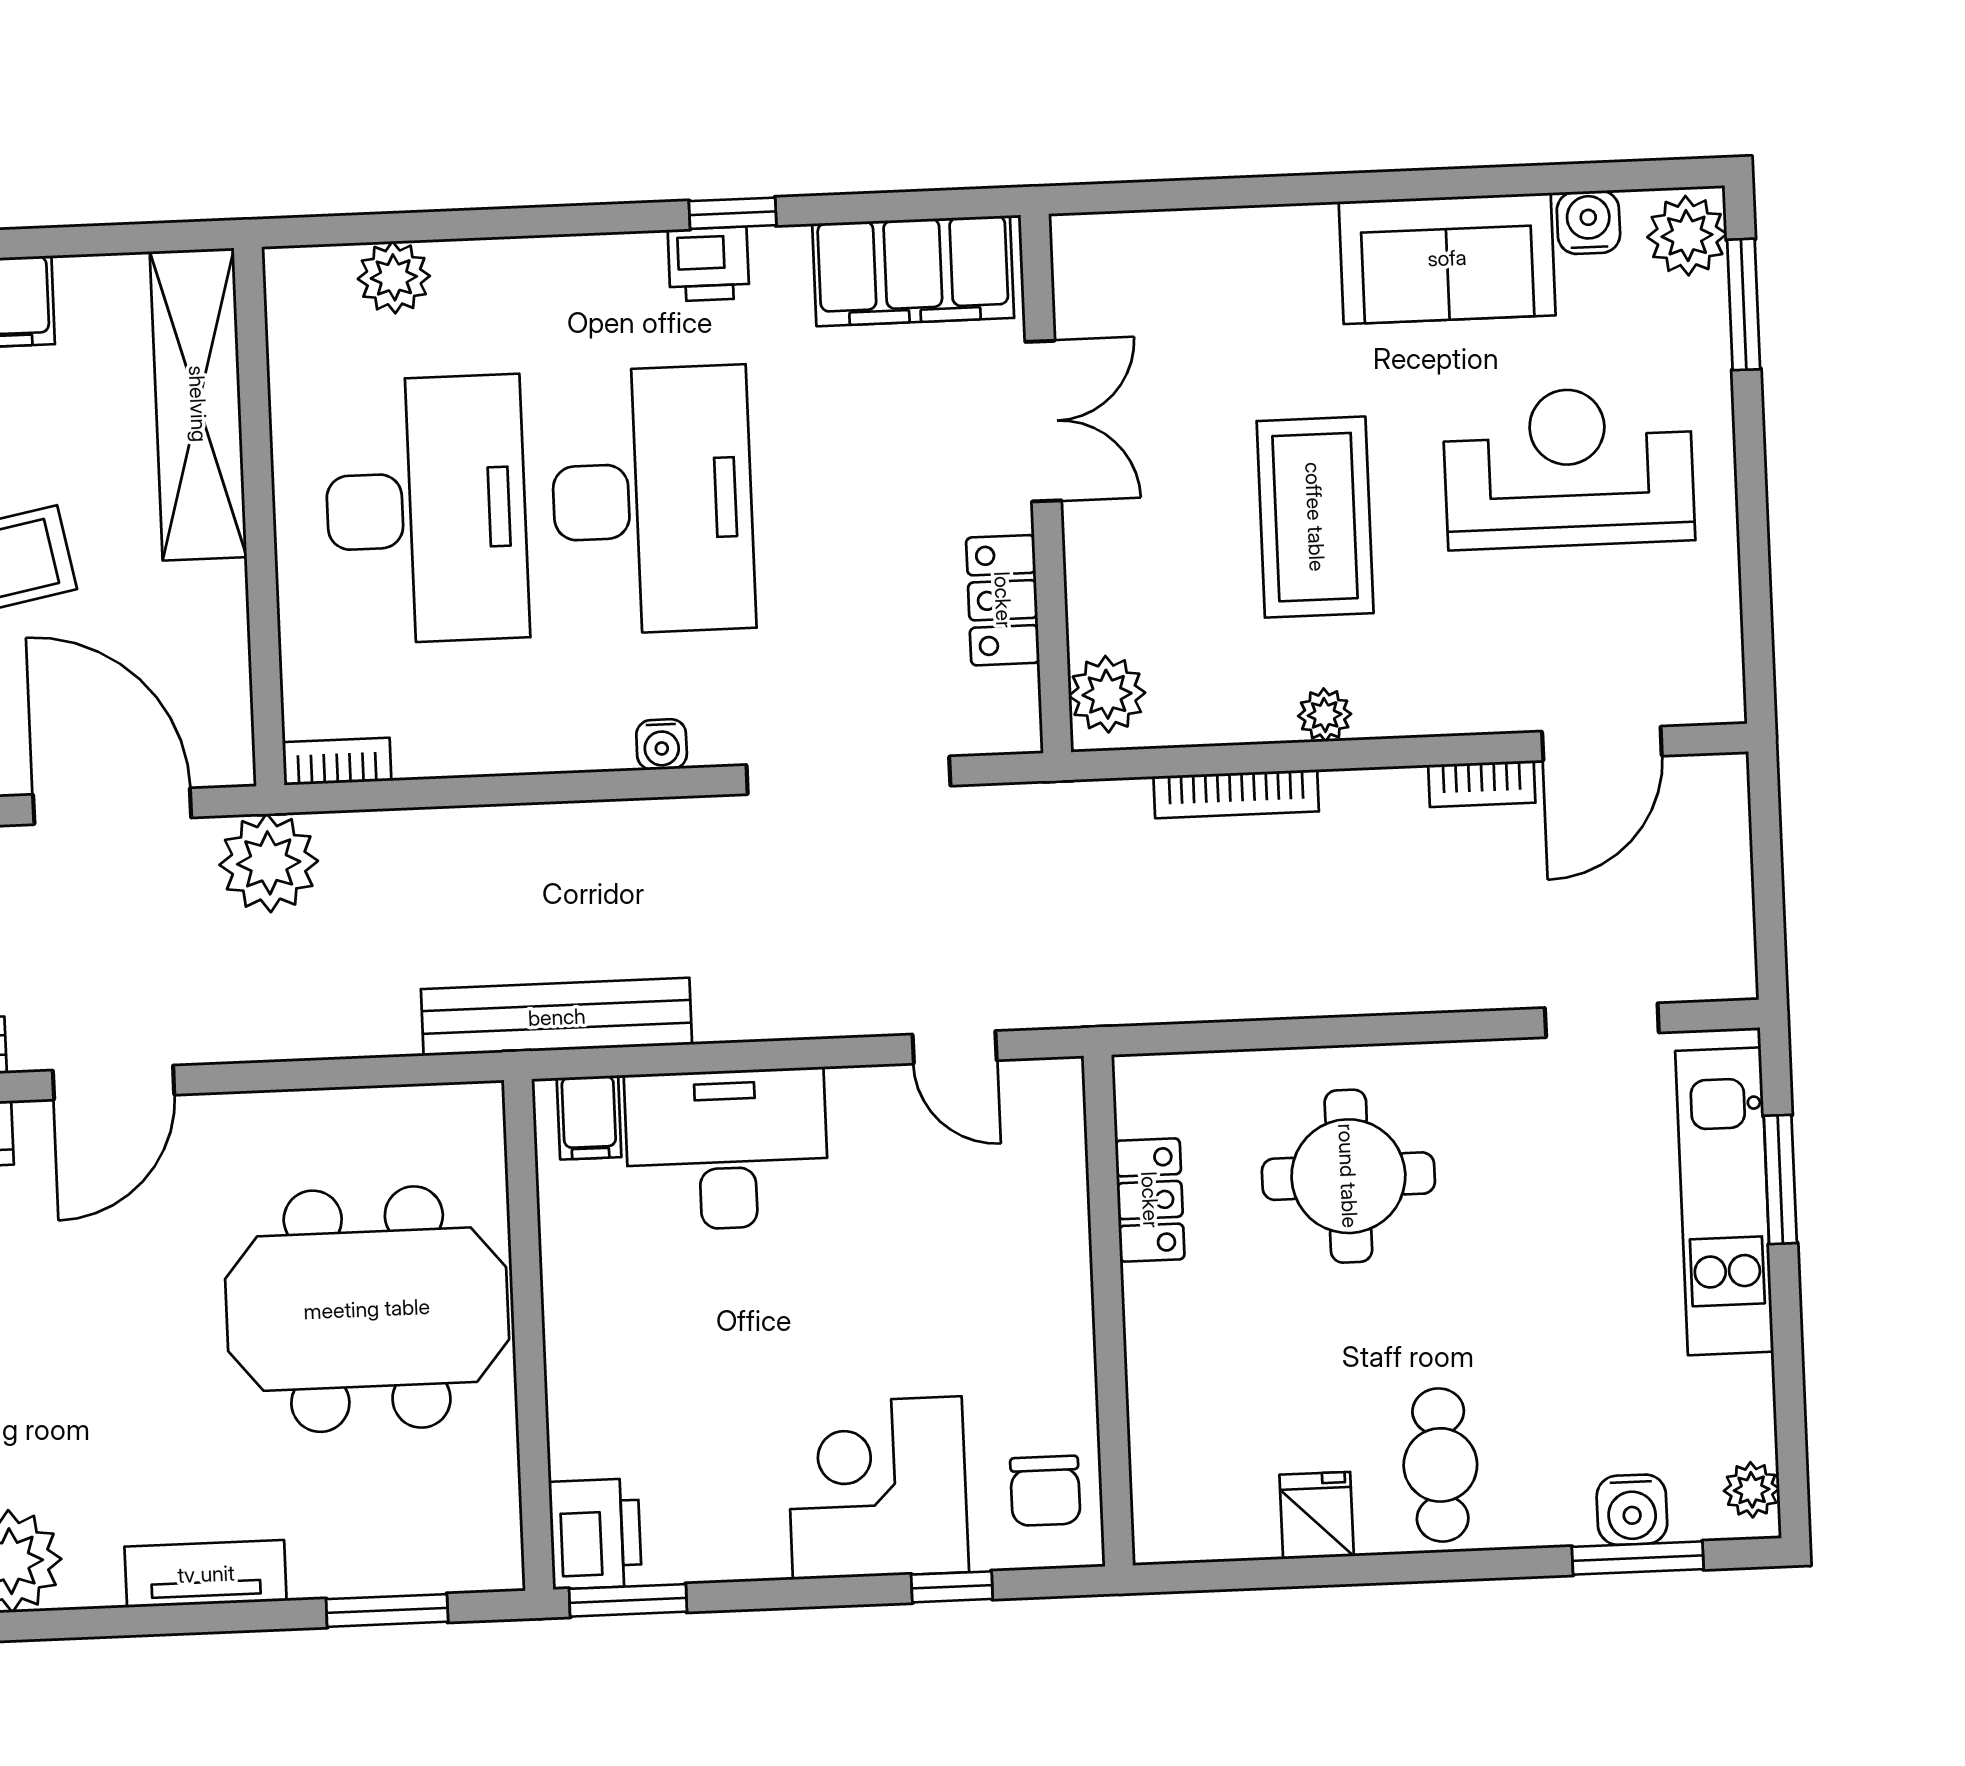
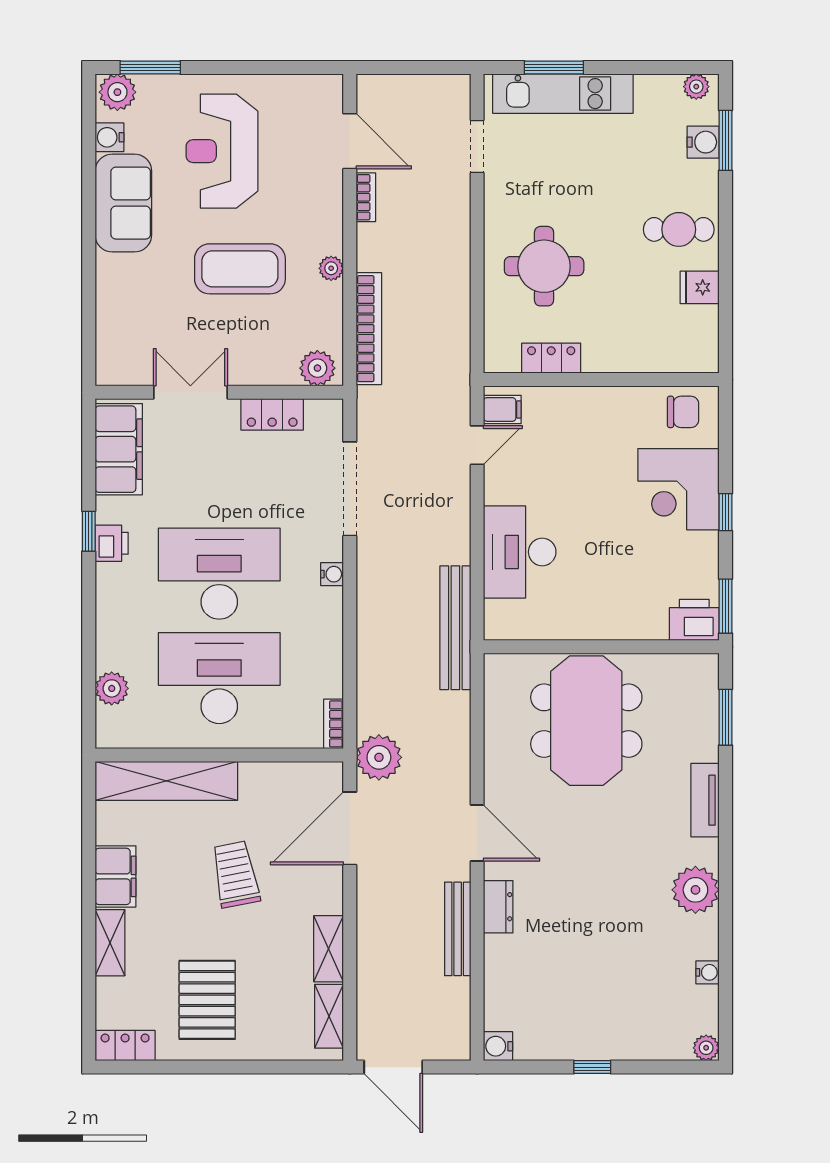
bookcase: (1236, 794) -> (369, 329), width x1.48, depth x1.31
filing cabinet: (589, 1117) -> (502, 409), moved
window: (952, 1587) -> (725, 512), moved

